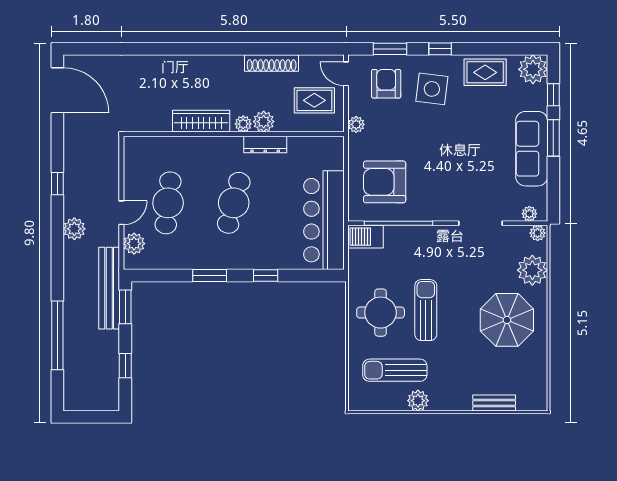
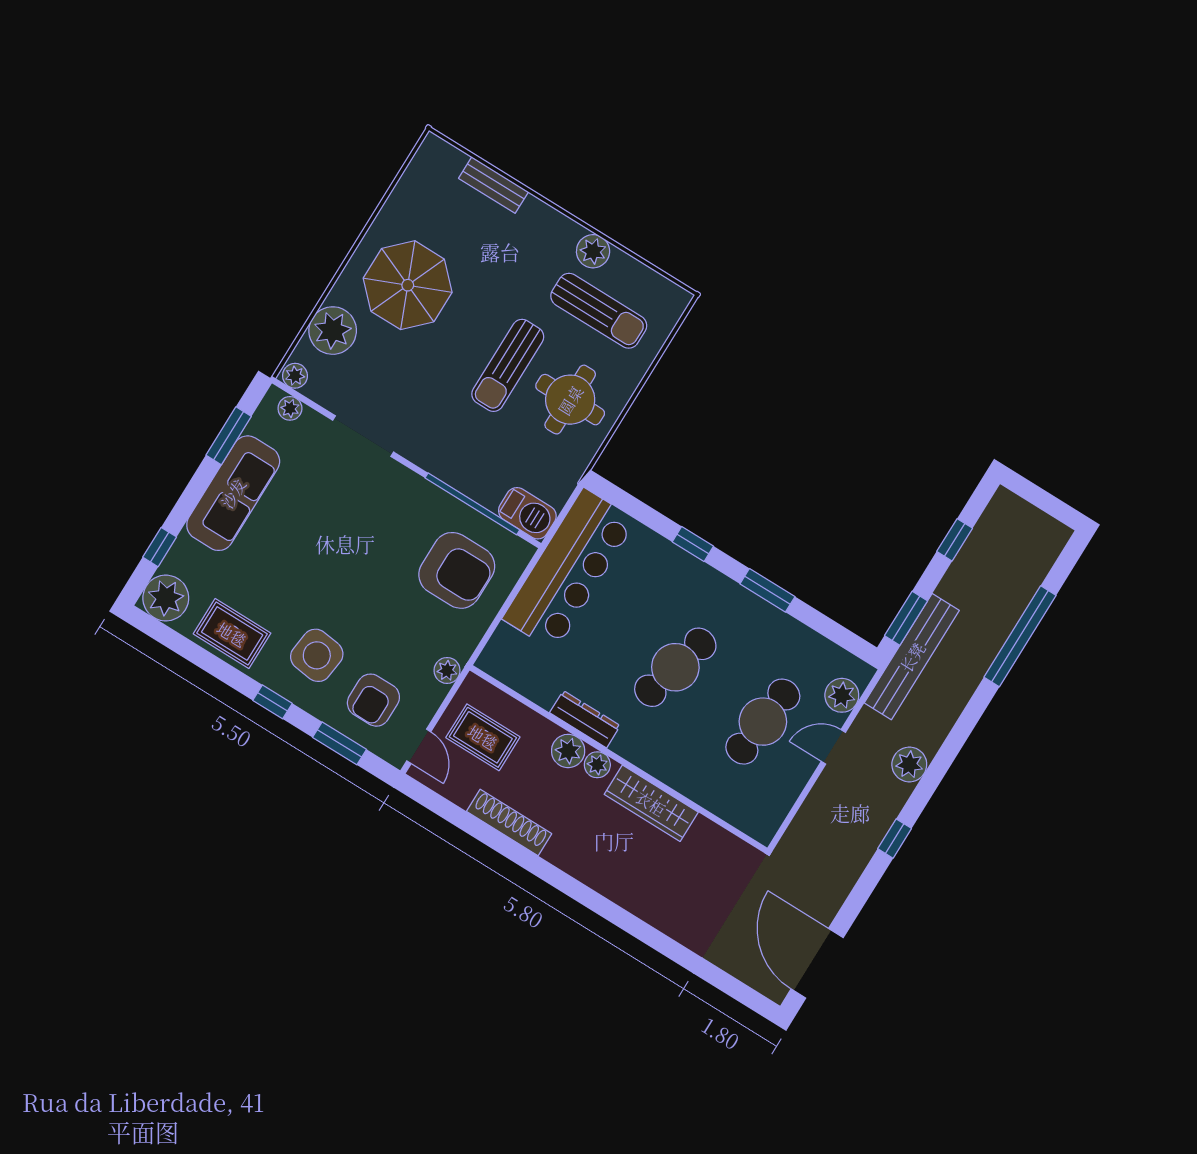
window: (553, 138) -> (229, 436), moved

